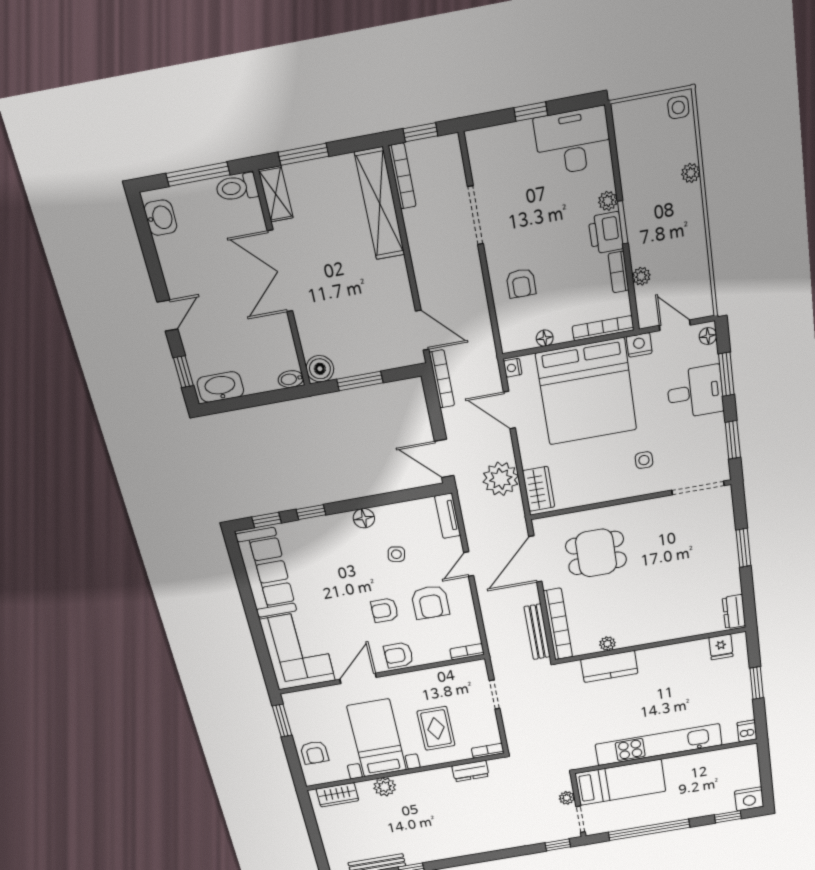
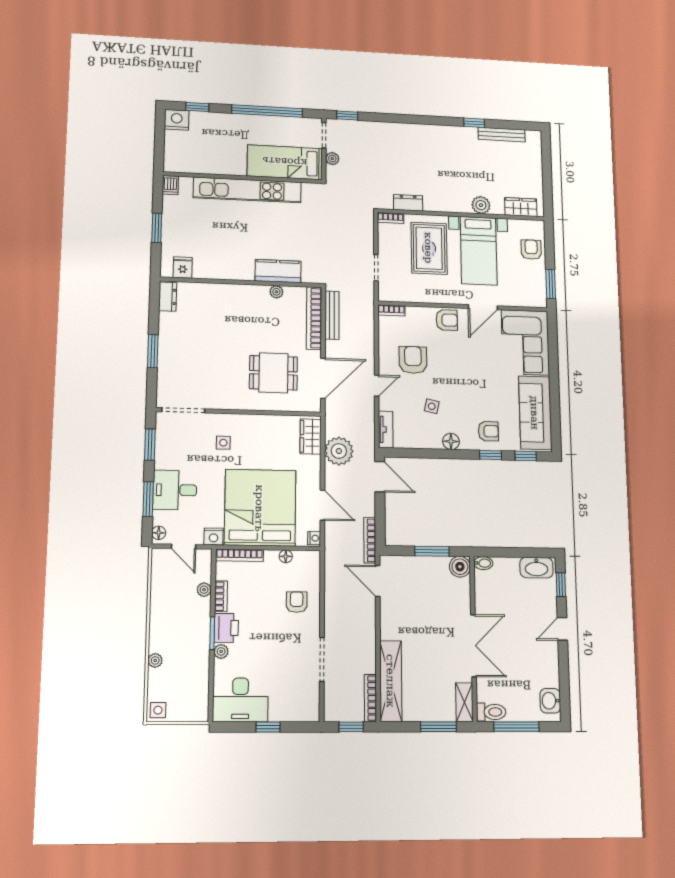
armchair: (385, 610) -> (488, 431), moved
rug: (436, 728) -> (429, 248), width x1.36, depth x1.43

